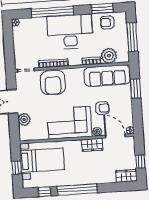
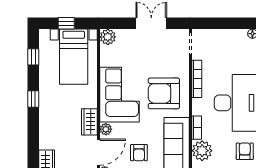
armchair: (53, 83) -> (164, 93), moved
armchair: (102, 108) -> (139, 153), moved
plant: (24, 119) -> (108, 37), moved
window: (77, 190) -> (33, 99), width x0.32

